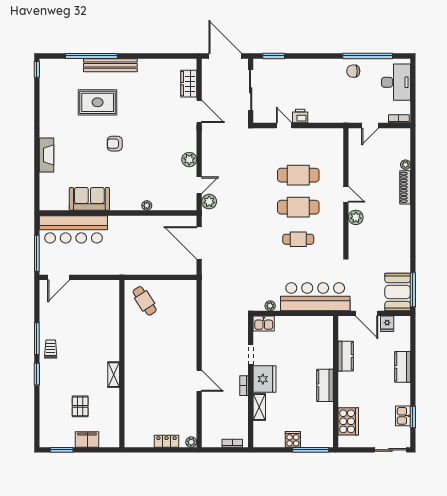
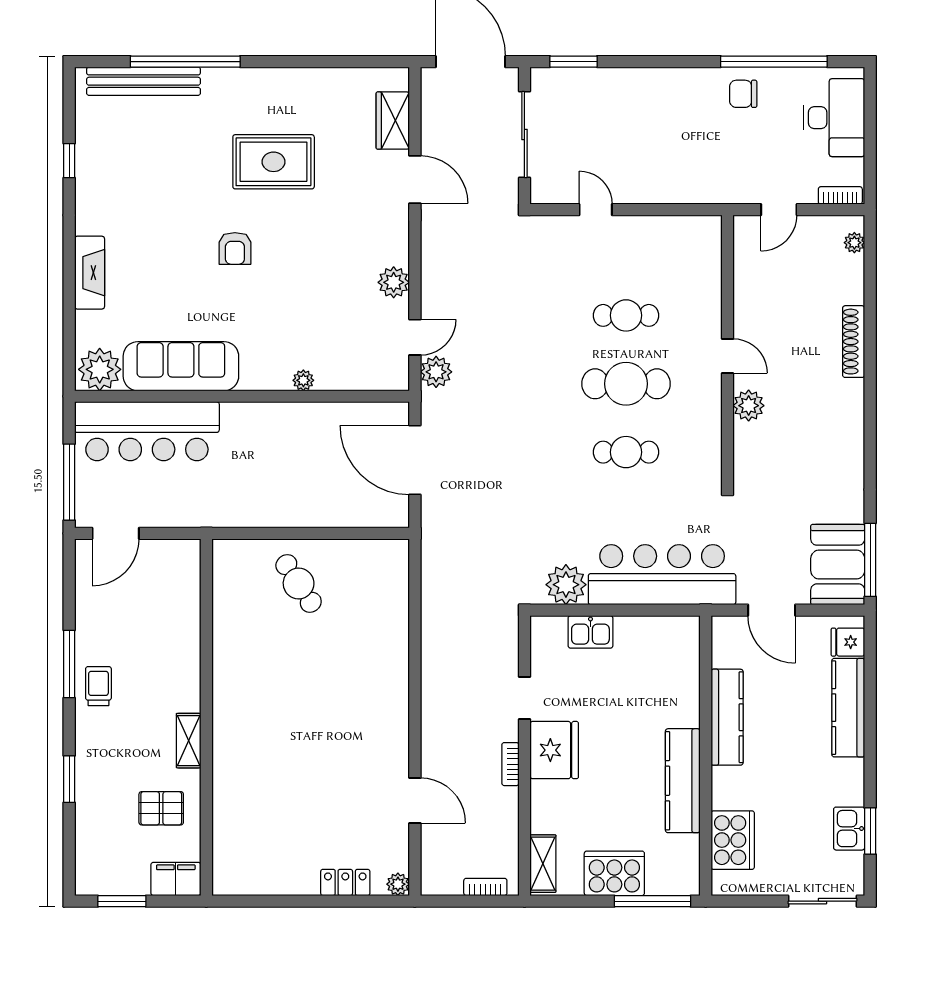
bench: (110, 65) -> (143, 81), moved
window: (37, 69) -> (69, 161), moved
rug: (98, 102) -> (274, 162), moved
printer: (300, 116) -> (630, 190), removed
armchair: (115, 144) -> (235, 248), turned -90
plant: (405, 165) -> (854, 243), moved
cafe table: (298, 175) -> (626, 315), width x0.73, depth x0.74
sofa: (89, 199) -> (181, 366), width x1.36
plant: (51, 200) -> (100, 369), added
plant: (270, 306) -> (566, 585), width x1.87, depth x1.87
kitchen sink: (264, 324) -> (590, 632), moved
fridge: (387, 324) -> (848, 642), moved, turned 90
kitchen counter: (346, 356) -> (727, 717), width x1.50
wall: (122, 364) -> (206, 717), moved
kitchen counter: (403, 367) -> (848, 708), width x1.50
window: (37, 374) -> (69, 779), moved
shelving: (114, 375) -> (189, 741), moved
door: (199, 381) -> (415, 800), moved
kitchen counter: (325, 385) -> (683, 781), width x1.50
pallet: (80, 406) -> (161, 808), turned 90
shelving: (259, 407) -> (543, 864), moved
cooker: (293, 439) -> (614, 873), width x1.87, depth x1.31

